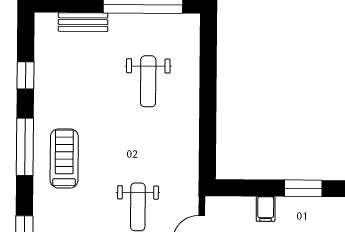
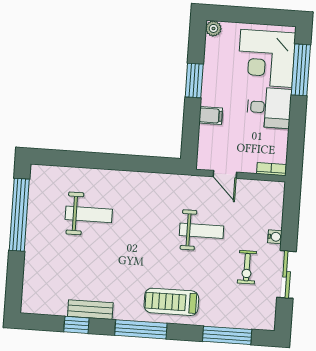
bench: (83, 22) -> (90, 310), moved, turned 90
treadmill: (64, 158) -> (171, 302), moved

